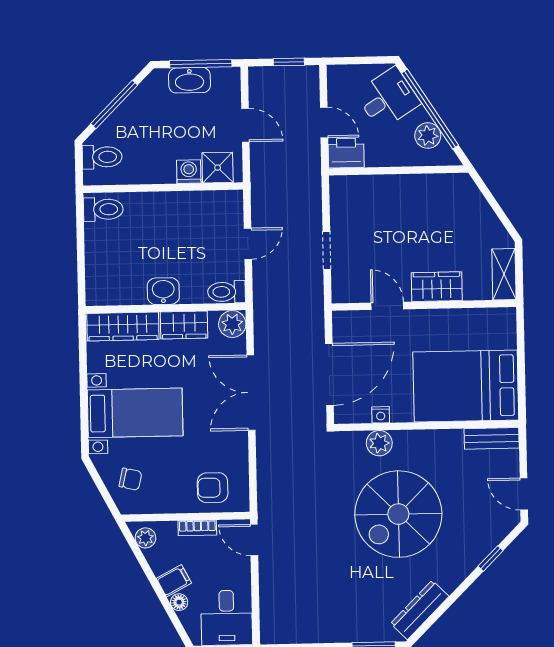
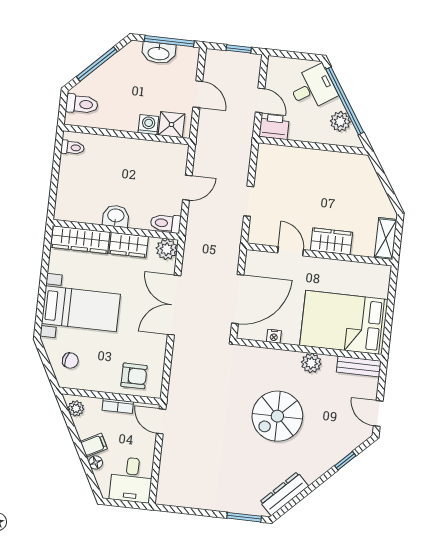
toilet: (103, 209) -> (73, 147), width x0.73, depth x0.72
plant: (379, 443) -> (311, 363), moved
armchair: (213, 488) -> (134, 376), turned 180
spiral stairs: (398, 514) -> (277, 416), width x0.73, depth x0.73

